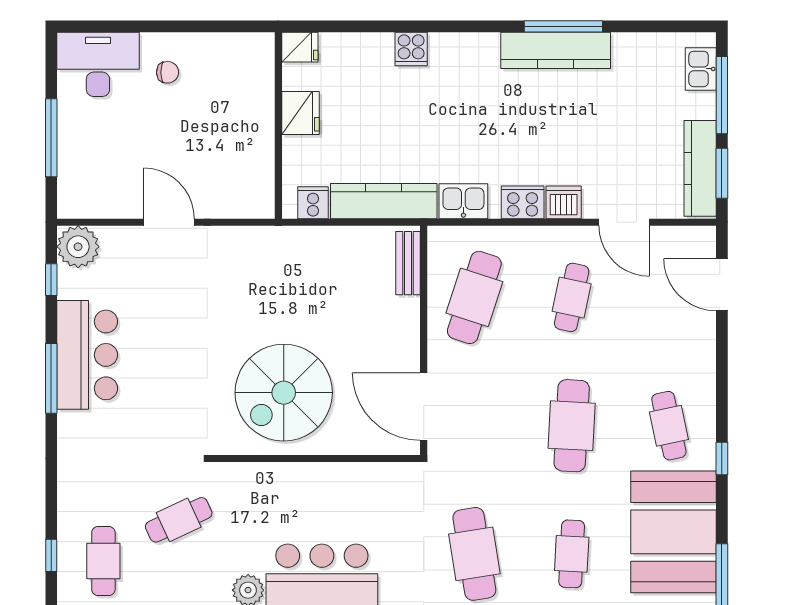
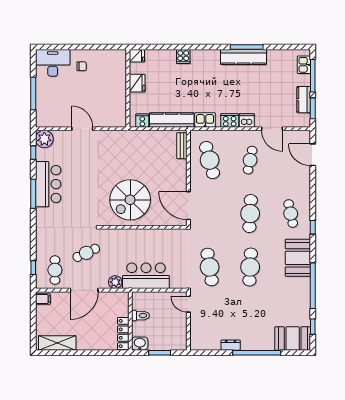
kitchen counter: (700, 168) -> (304, 100), width x0.67
cafe table: (474, 297) -> (210, 160), turned -33
booth: (673, 532) -> (298, 258), width x0.73, depth x0.70
cafe table: (572, 554) -> (250, 267), width x1.37, depth x1.35

